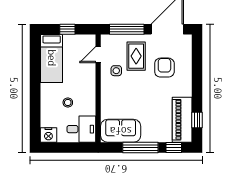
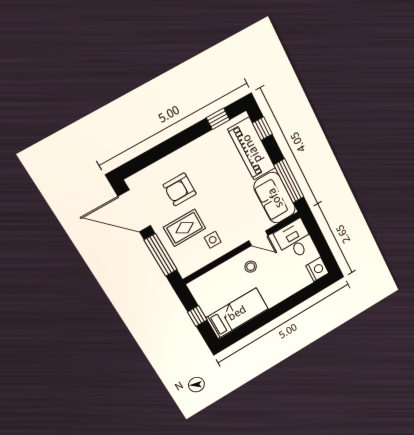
door: (98, 55) -> (258, 238), moved
stool: (68, 102) -> (251, 267), moved
piano: (182, 120) -> (252, 149), moved, turned 90
window: (140, 147) -> (289, 181), moved

